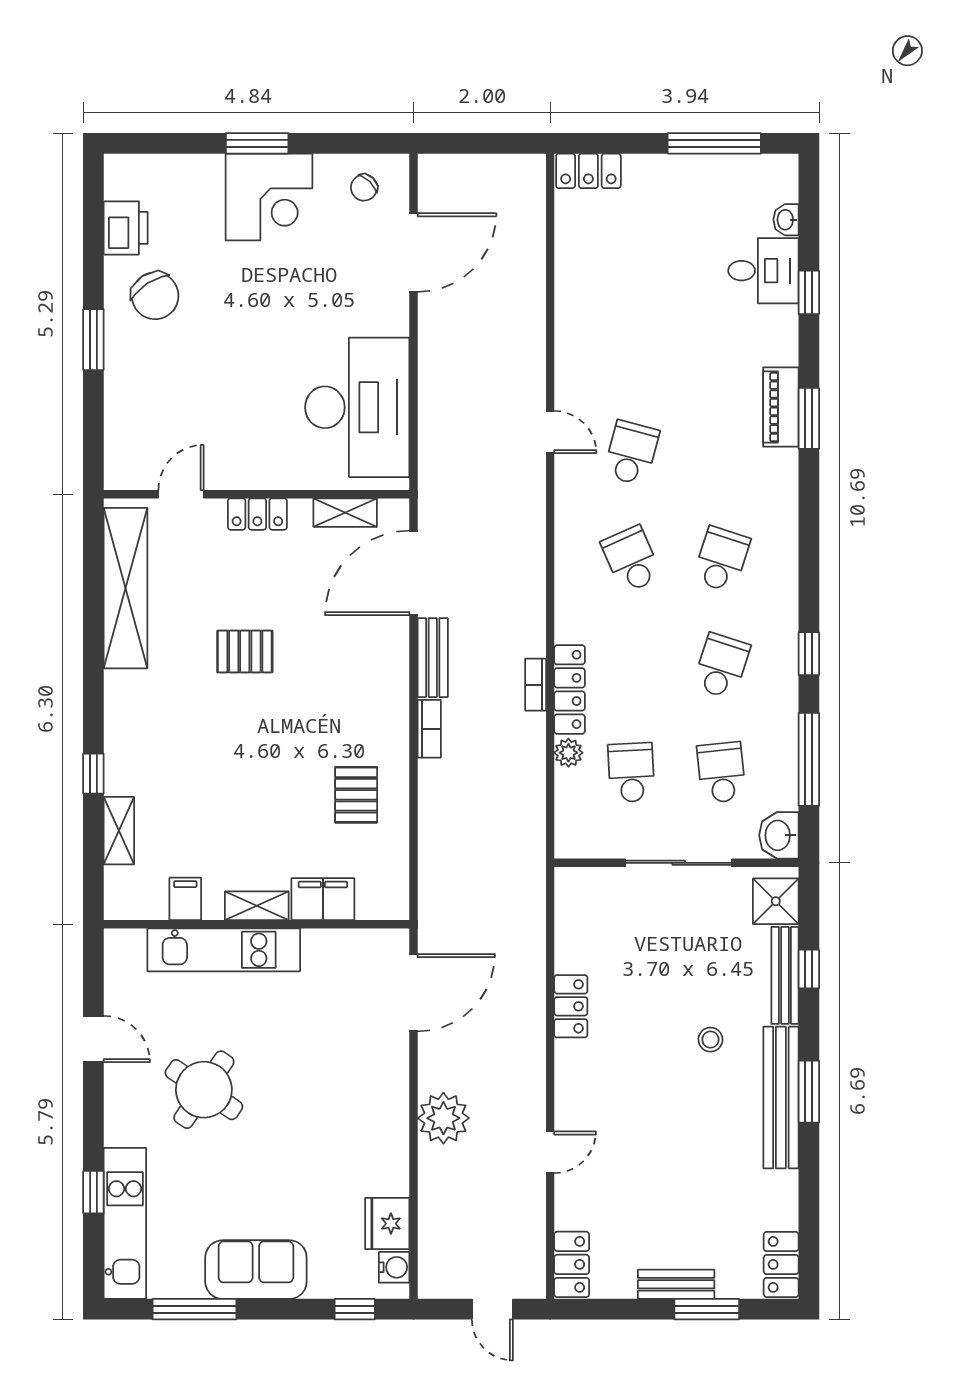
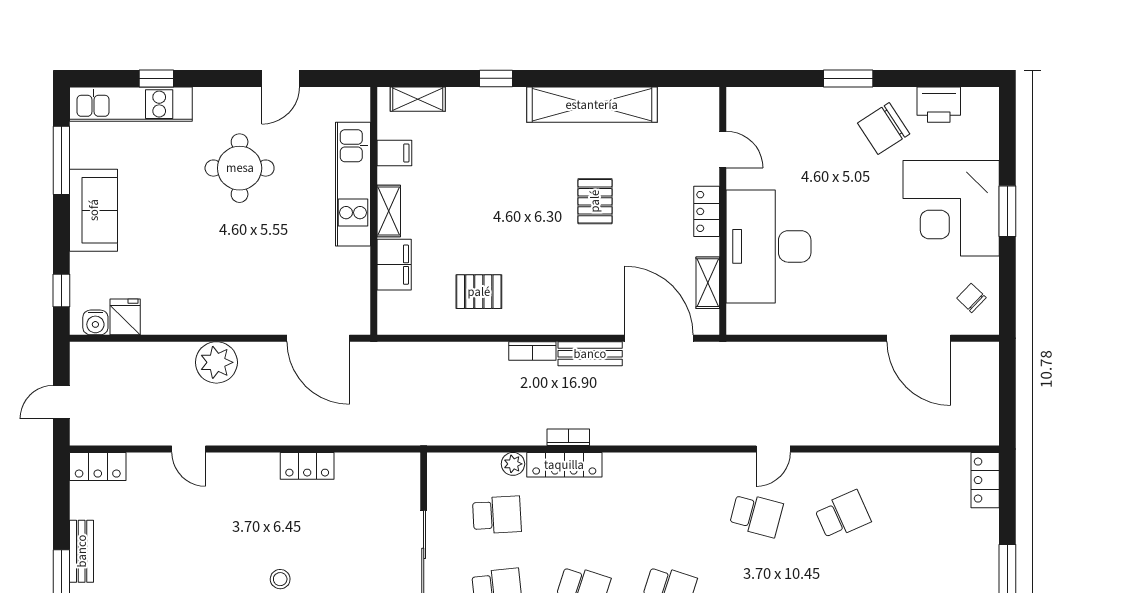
corner desk: (269, 197) -> (951, 208), width x1.36, depth x1.36
desk: (357, 407) -> (768, 246), moved, turned 90
school desk: (631, 559) -> (843, 515), moved
shelving: (126, 588) -> (592, 105), moved
shelving: (119, 831) -> (418, 99), moved
round table: (204, 1090) -> (240, 168), turned -34
fridge: (387, 1224) -> (125, 317), width x0.72

